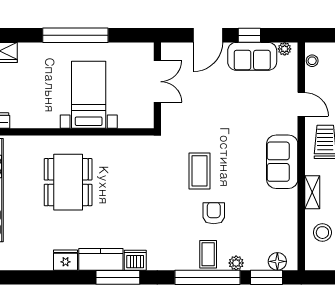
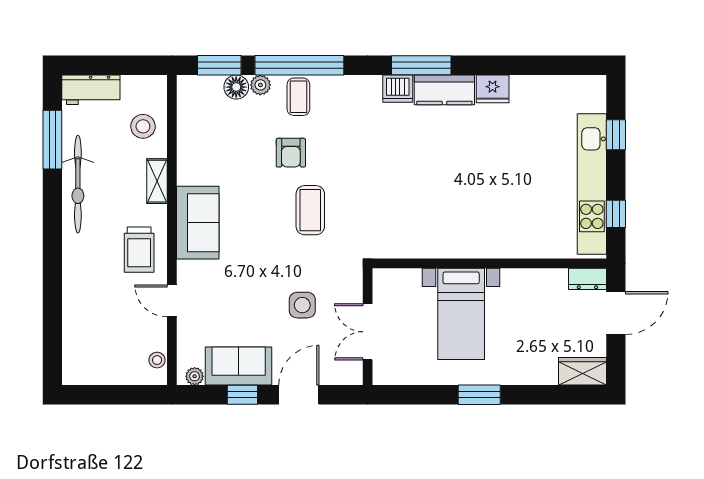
window: (75, 35) -> (479, 395), width x0.47
side table: (205, 101) -> (302, 305), added
dining table: (68, 182) -> (489, 195), removed
floor lamp: (277, 261) -> (236, 87), moved

